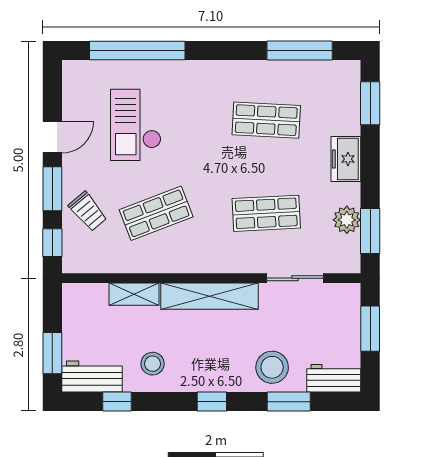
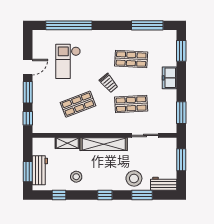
trolley: (88, 211) -> (109, 83), moved
plant: (347, 220) -> (170, 107), removed
workbench: (92, 376) -> (40, 170), moved, turned 90

